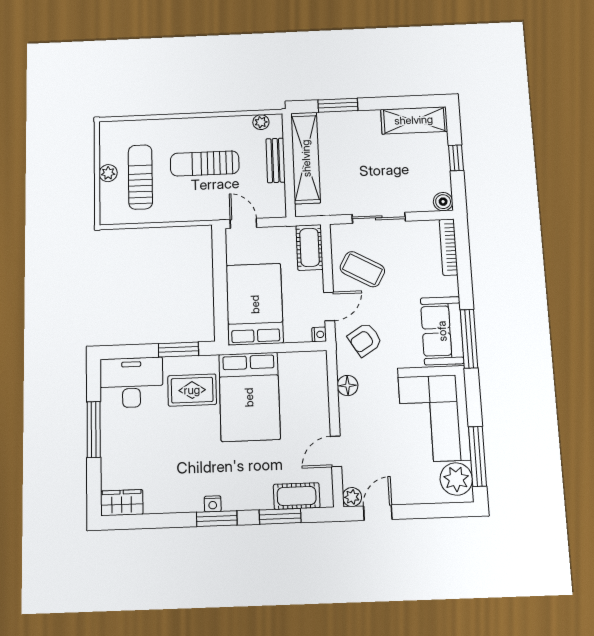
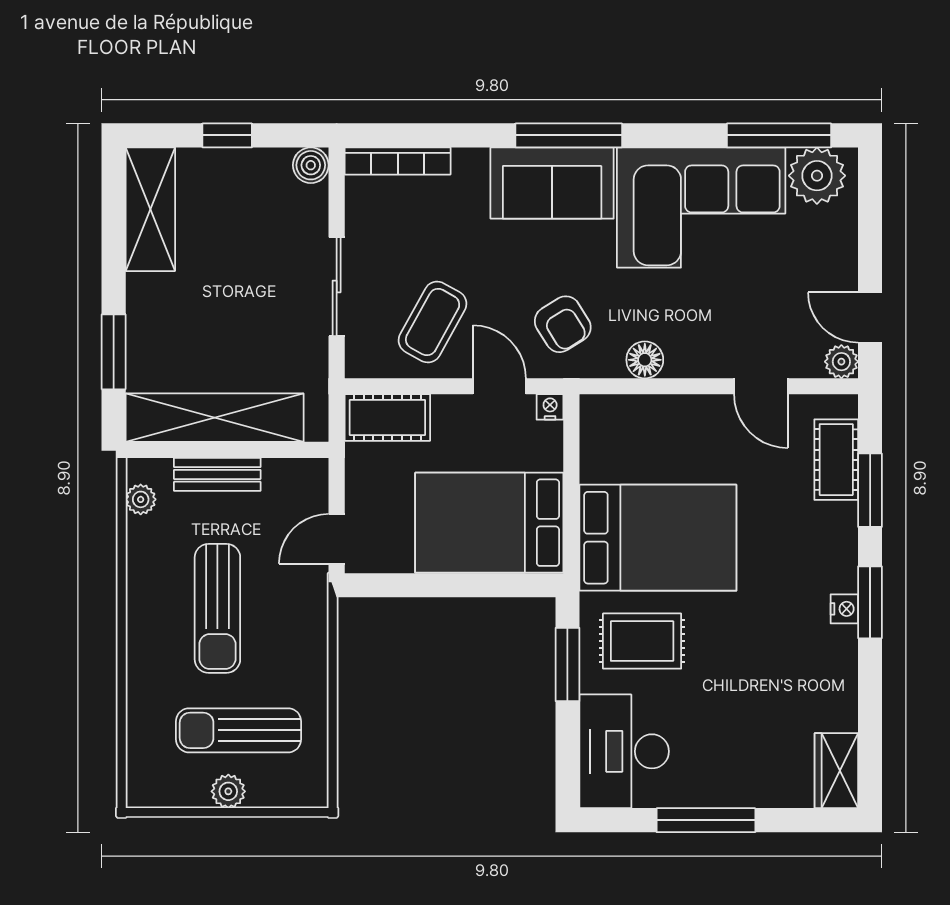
rug: (192, 390) -> (642, 641), turned 90

